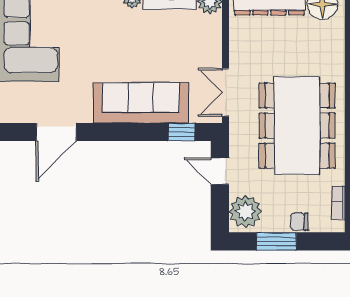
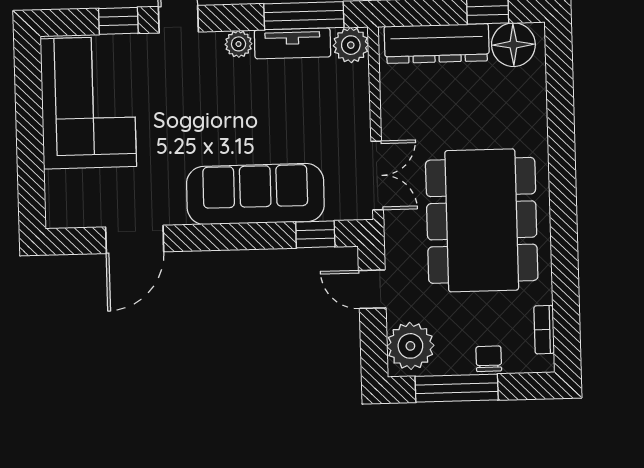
double door: (225, 92) -> (377, 175), swing flipped
chair: (299, 222) -> (489, 359), turned 90
window: (276, 241) -> (457, 388), width x1.44

